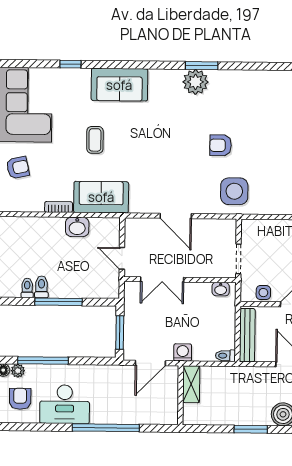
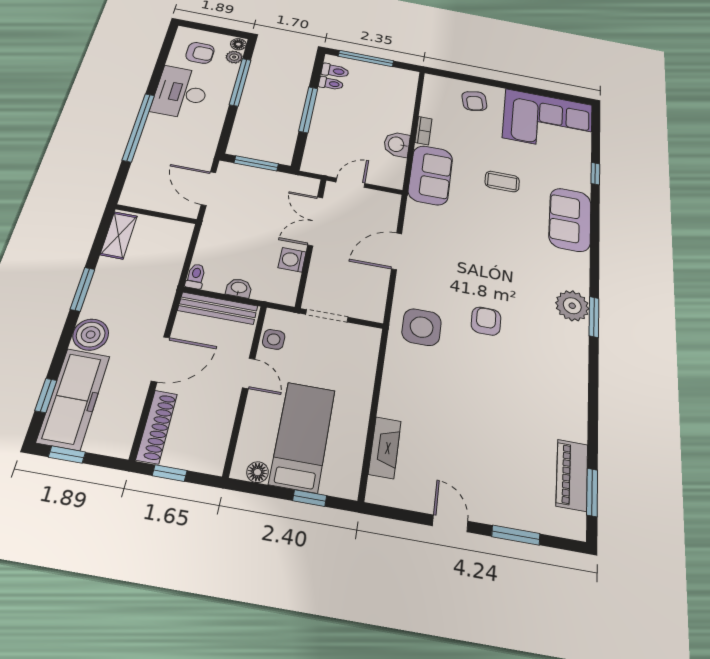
toilet: (41, 287) -> (335, 71), moved
washbasin: (221, 289) -> (239, 288), moved, turned 90
washing machine: (183, 352) -> (292, 260), moved, turned 180
shelving: (191, 384) -> (119, 235), moved, turned 90

